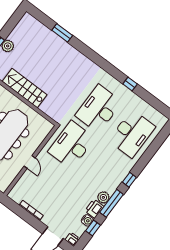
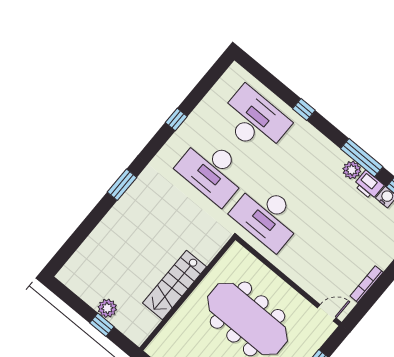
window: (62, 33) -> (122, 185), moved
door: (30, 162) -> (327, 313), moved
window: (129, 180) -> (304, 109), moved

